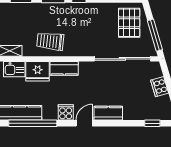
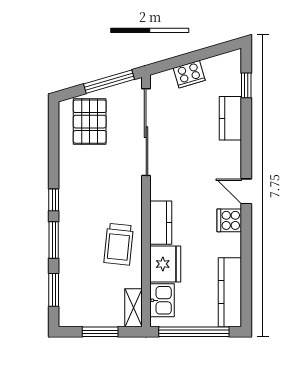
pallet: (129, 23) -> (90, 122), turned 90
kitchen counter: (108, 113) -> (230, 118), moved
window: (33, 123) -> (246, 272), removed

